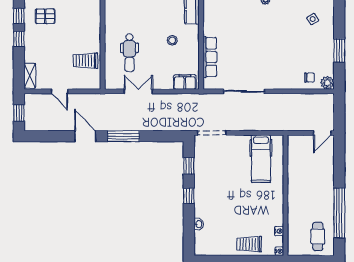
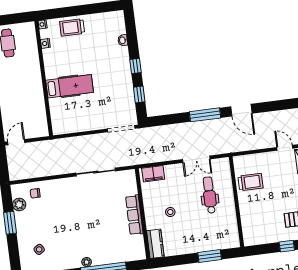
row of seats: (210, 57) -> (134, 215), moved
plant: (327, 83) -> (19, 205), moved
door: (59, 91) -> (285, 148), moved
hospital bed: (261, 159) -> (70, 86), moved, turned 90
trolley: (249, 244) -> (72, 27), turned 180

